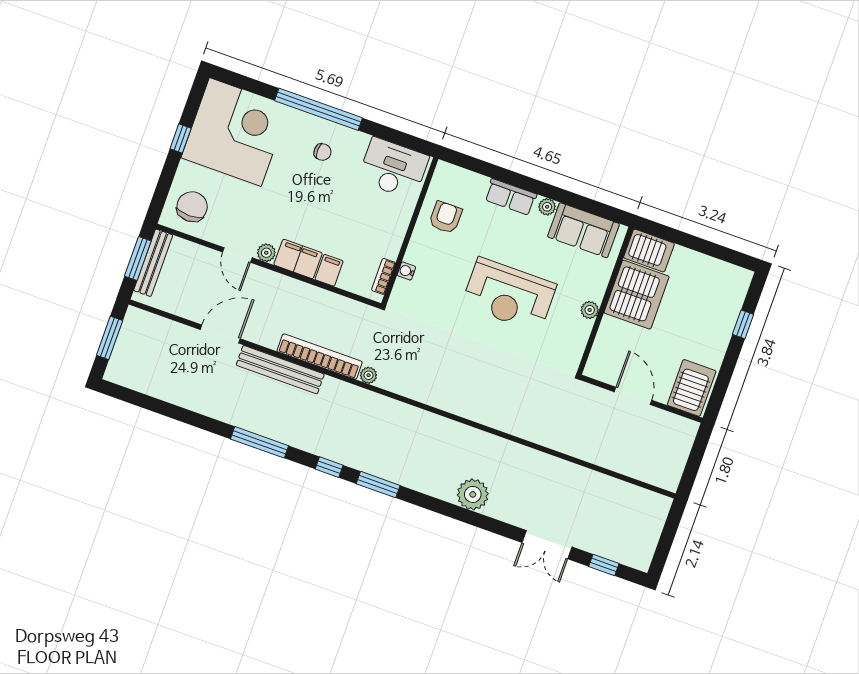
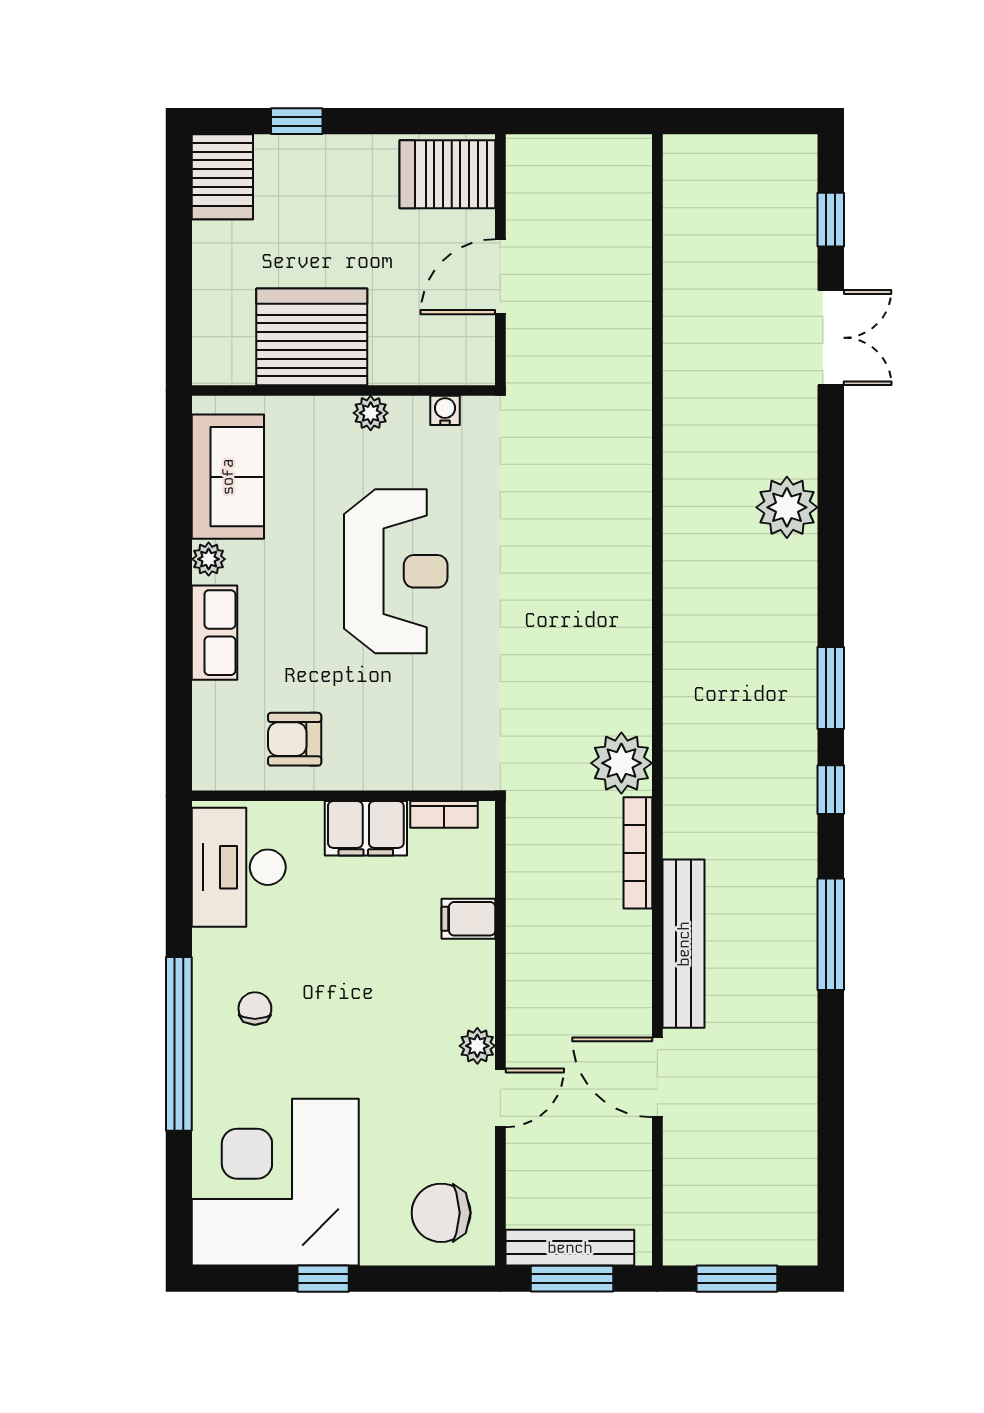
server rack: (649, 251) -> (222, 177), moved, turned 180
filing cabinet: (298, 259) -> (366, 828), moved, turned -90
water cooler: (406, 271) -> (445, 410), moved, turned 180
bookcase: (320, 357) -> (638, 853), width x0.68, depth x0.76
plant: (369, 375) -> (621, 763), width x1.88, depth x1.88

